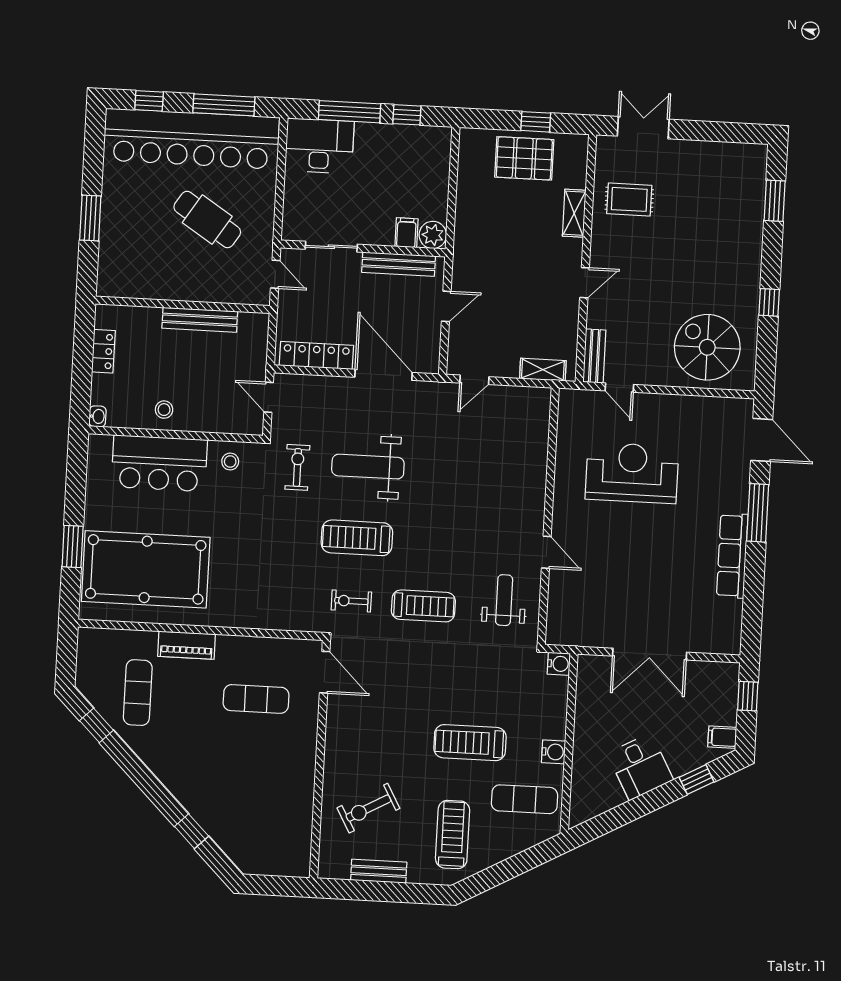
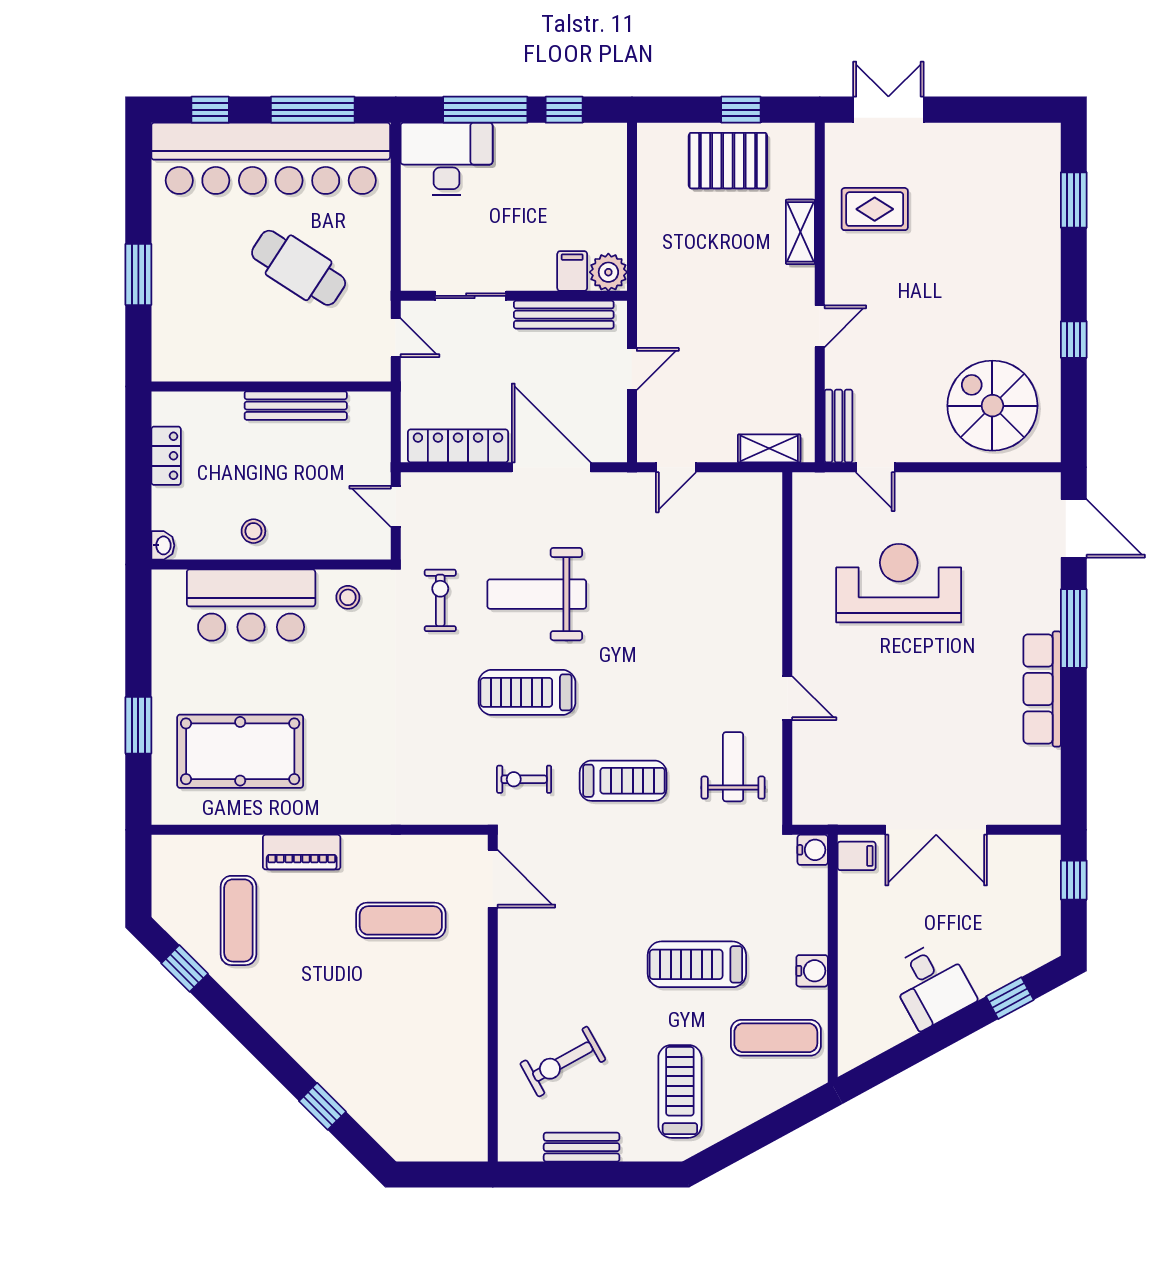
pool table: (146, 569) -> (240, 751), width x0.73, depth x0.76
filing cabinet: (722, 737) -> (857, 856), moved, turned 180

